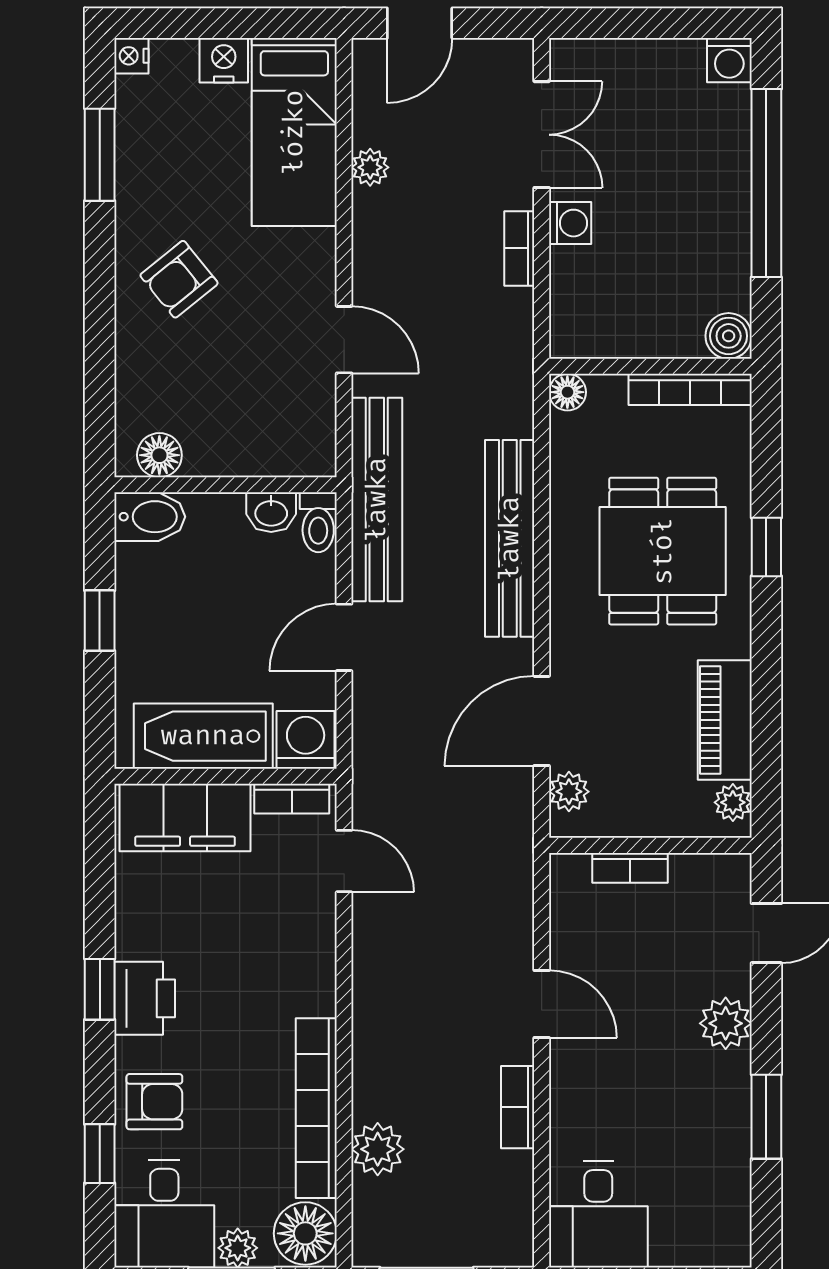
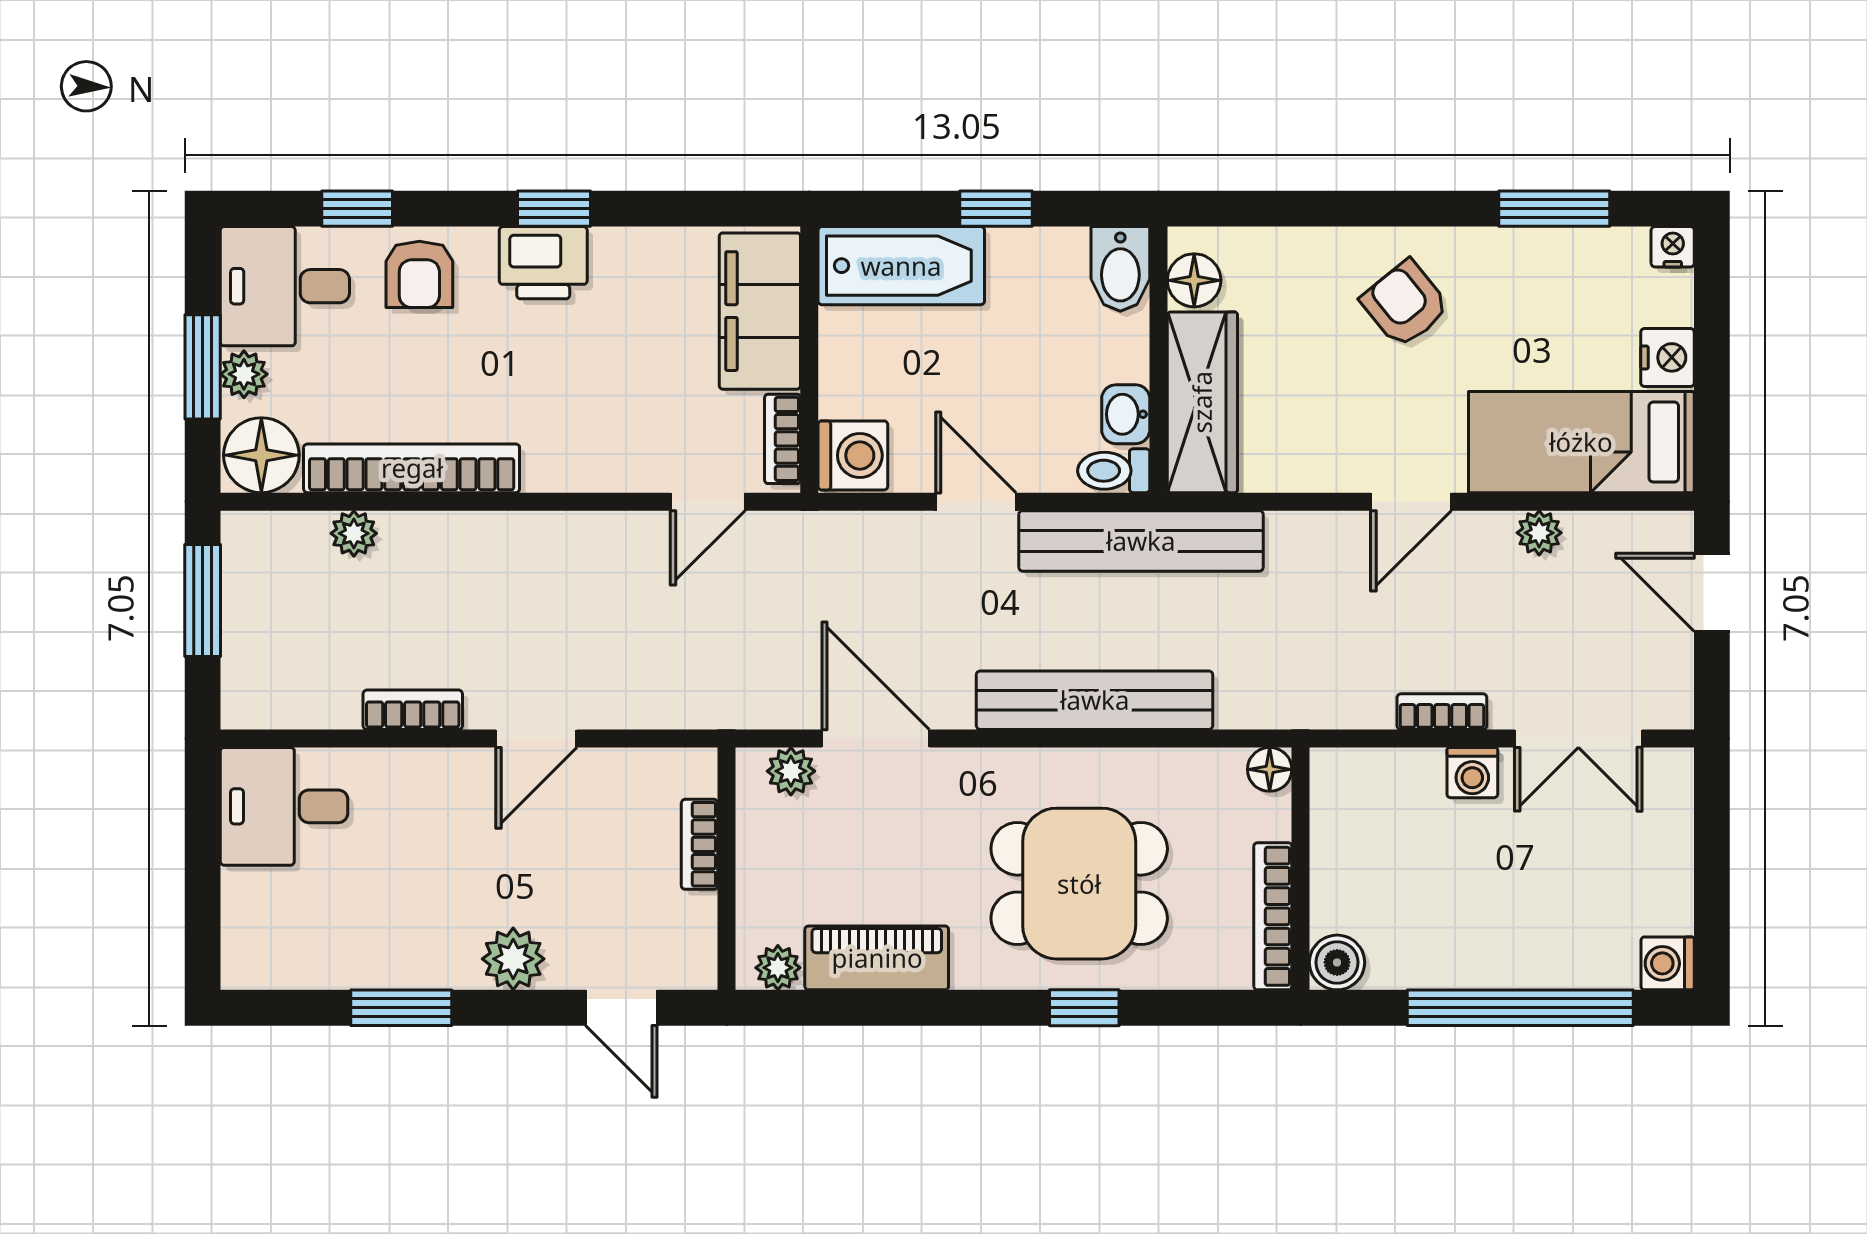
door: (344, 340) -> (1411, 502), moved
wardrobe: (261, 448) -> (1202, 402), added
bathtub: (203, 736) -> (901, 266), moved, turned 90
plant: (378, 1149) -> (354, 533), width x0.73, depth x0.73

